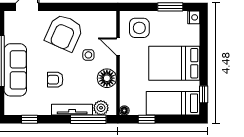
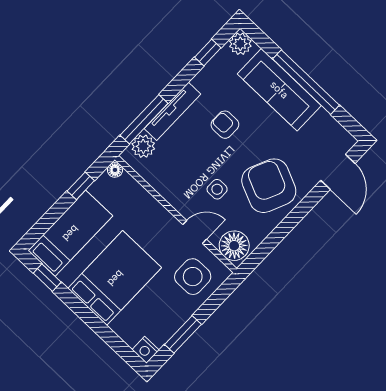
floor lamp: (107, 78) -> (234, 246), moved
armchair: (55, 80) -> (225, 125), turned -90
plant: (11, 108) -> (240, 44), added

